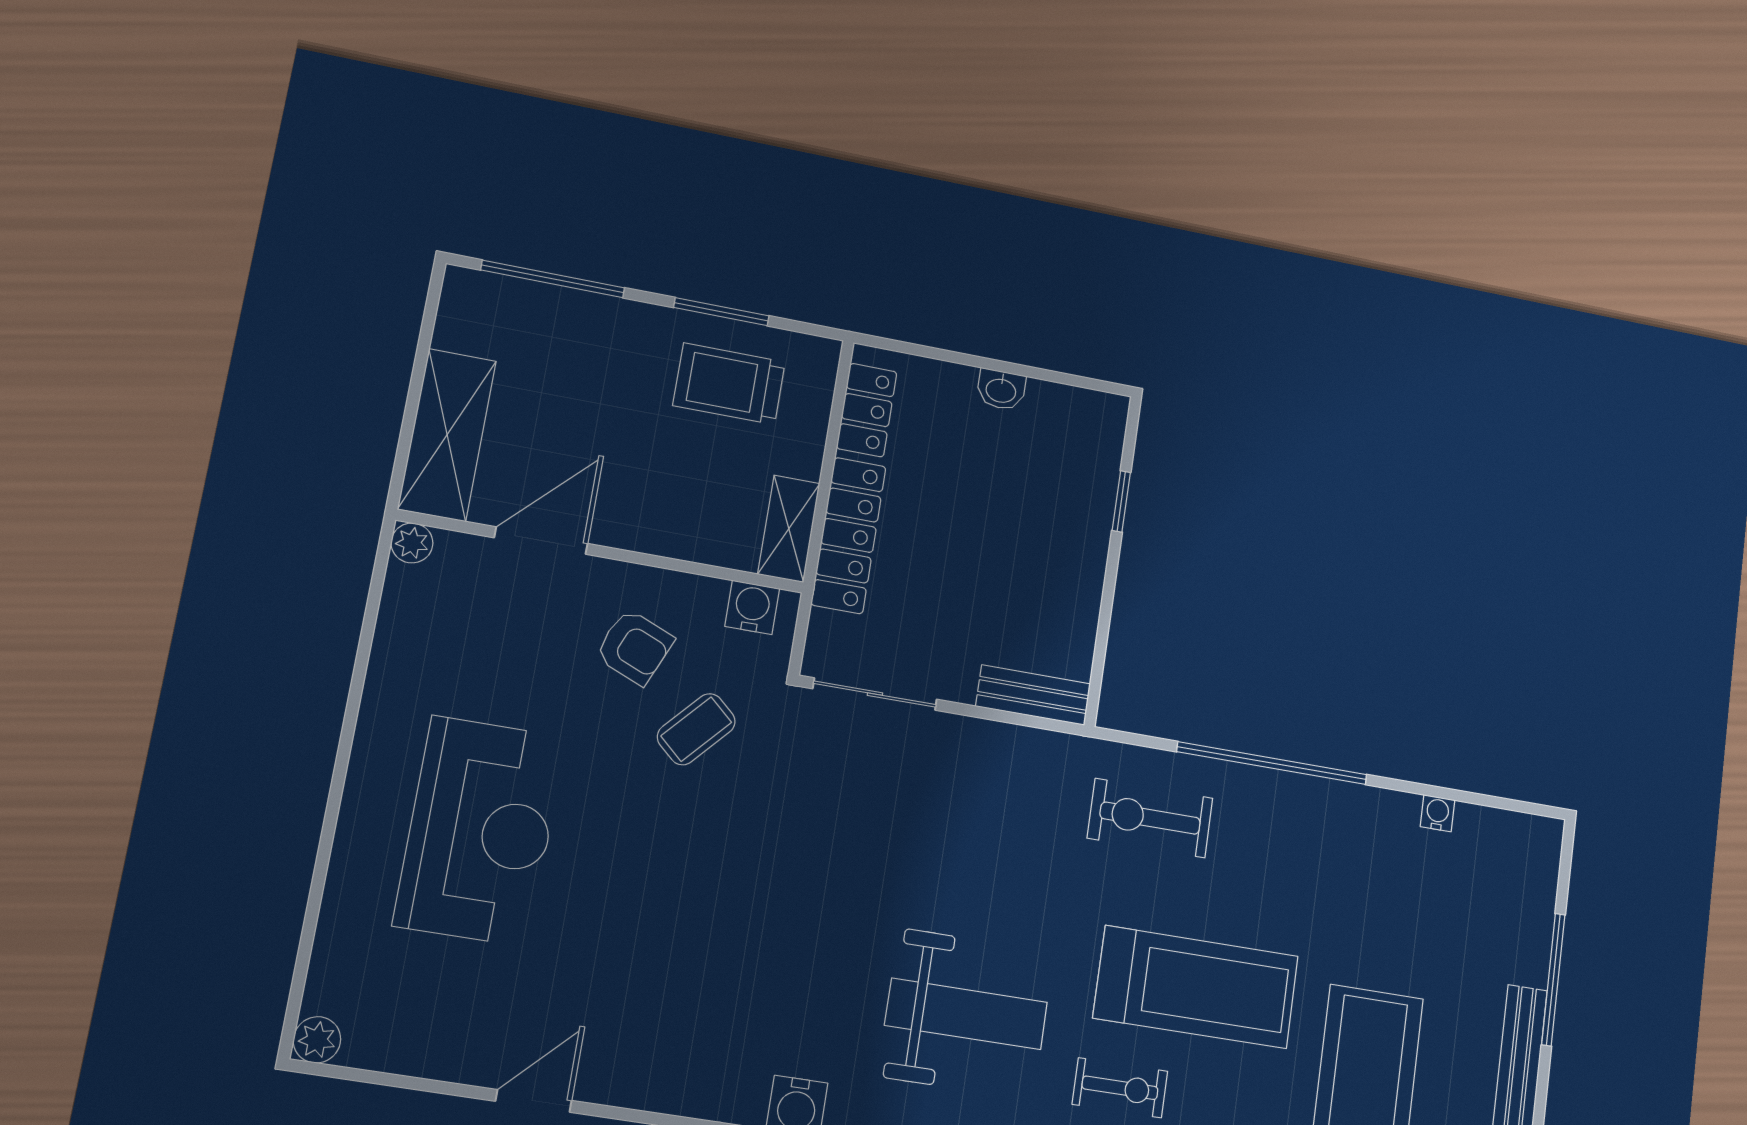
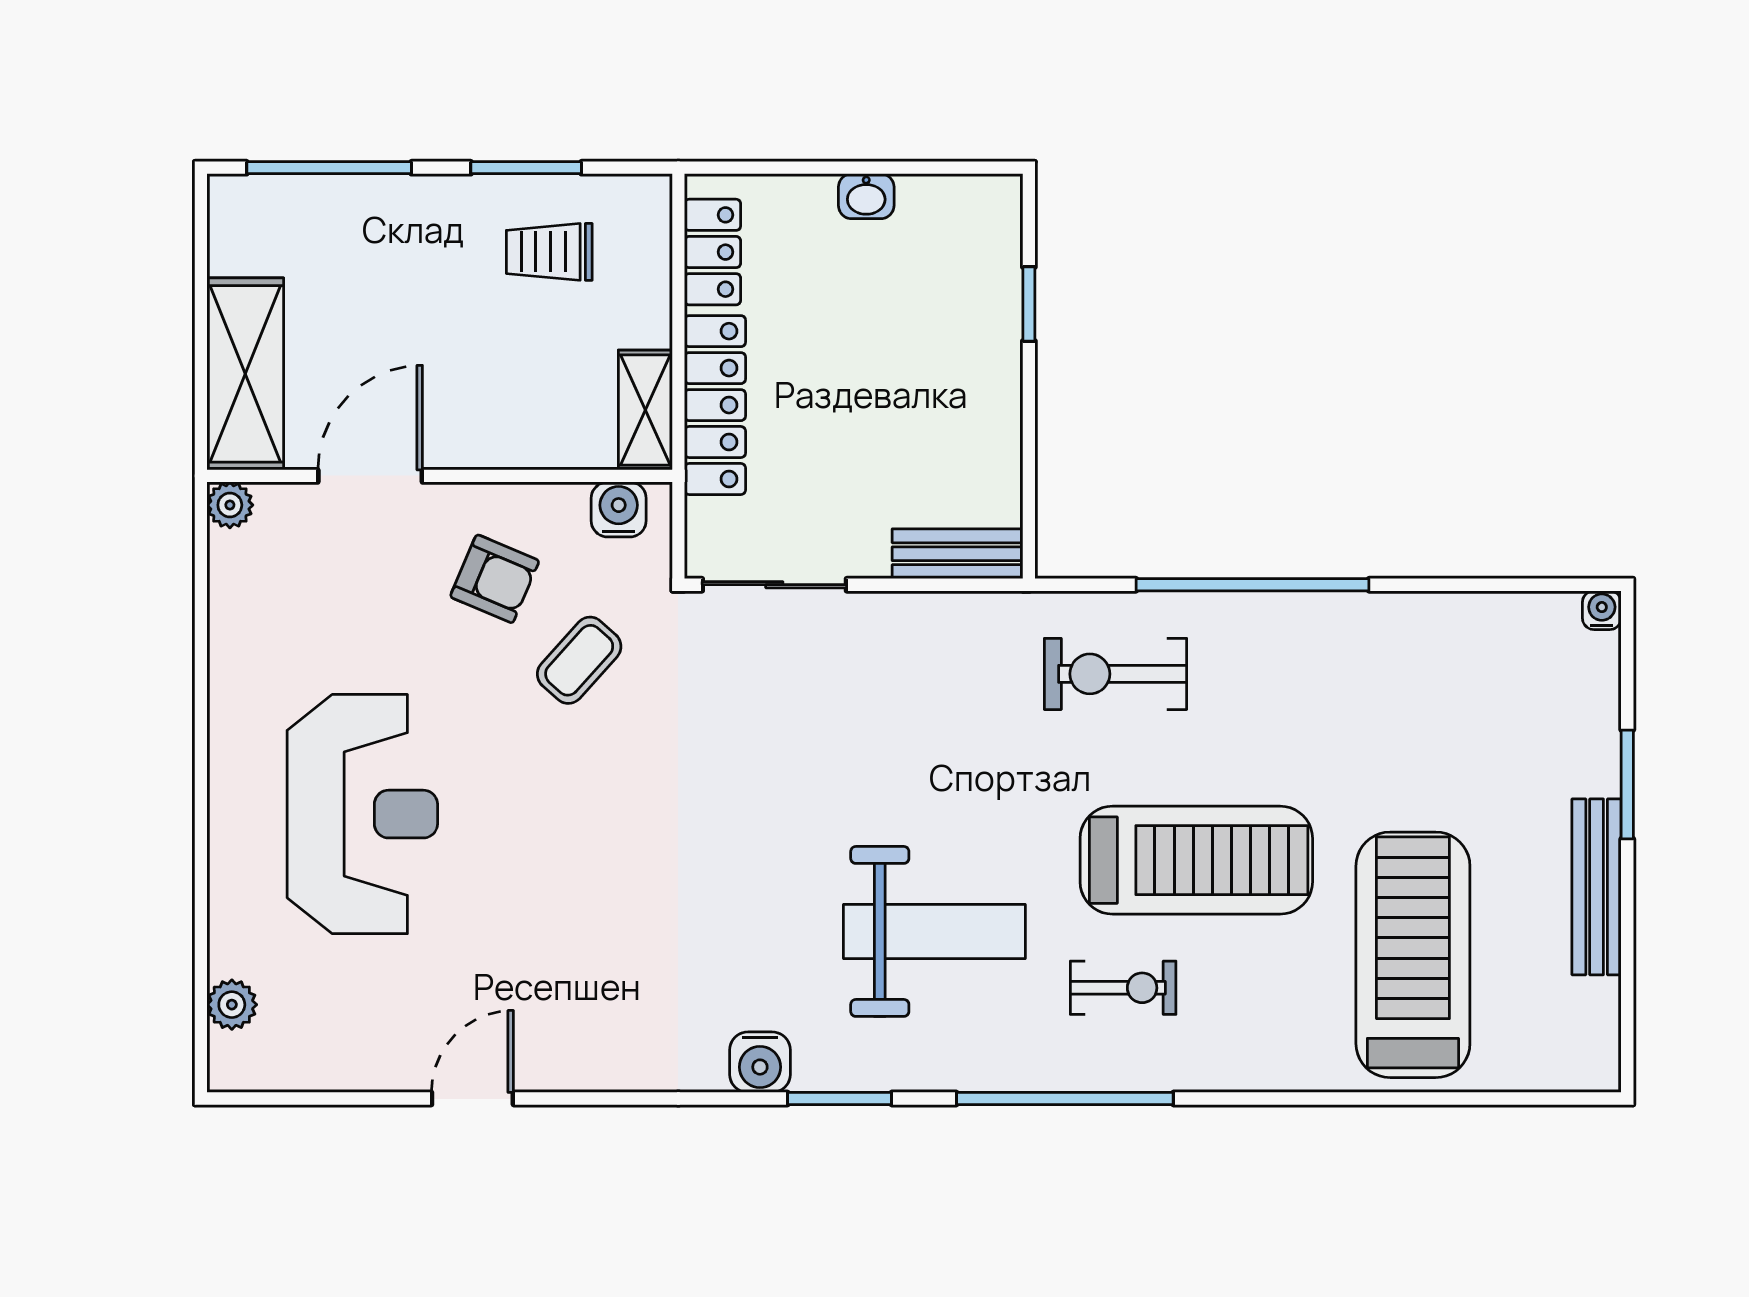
trolley: (729, 384) -> (549, 252), width x0.73, depth x0.72
water cooler: (1438, 813) -> (1602, 610), moved
window: (1553, 980) -> (1627, 784), width x0.69
plant: (317, 1040) -> (232, 1005), moved

